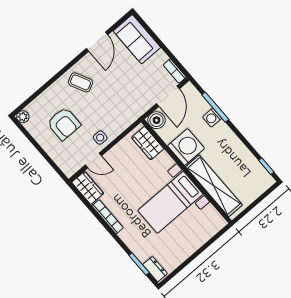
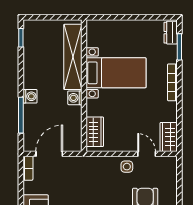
washing machine: (212, 118) -> (30, 96), moved
boiler: (157, 120) -> (73, 143), removed
washing machine: (186, 147) -> (75, 98), width x0.53, depth x0.53
bookcase: (108, 217) -> (172, 82), moved

